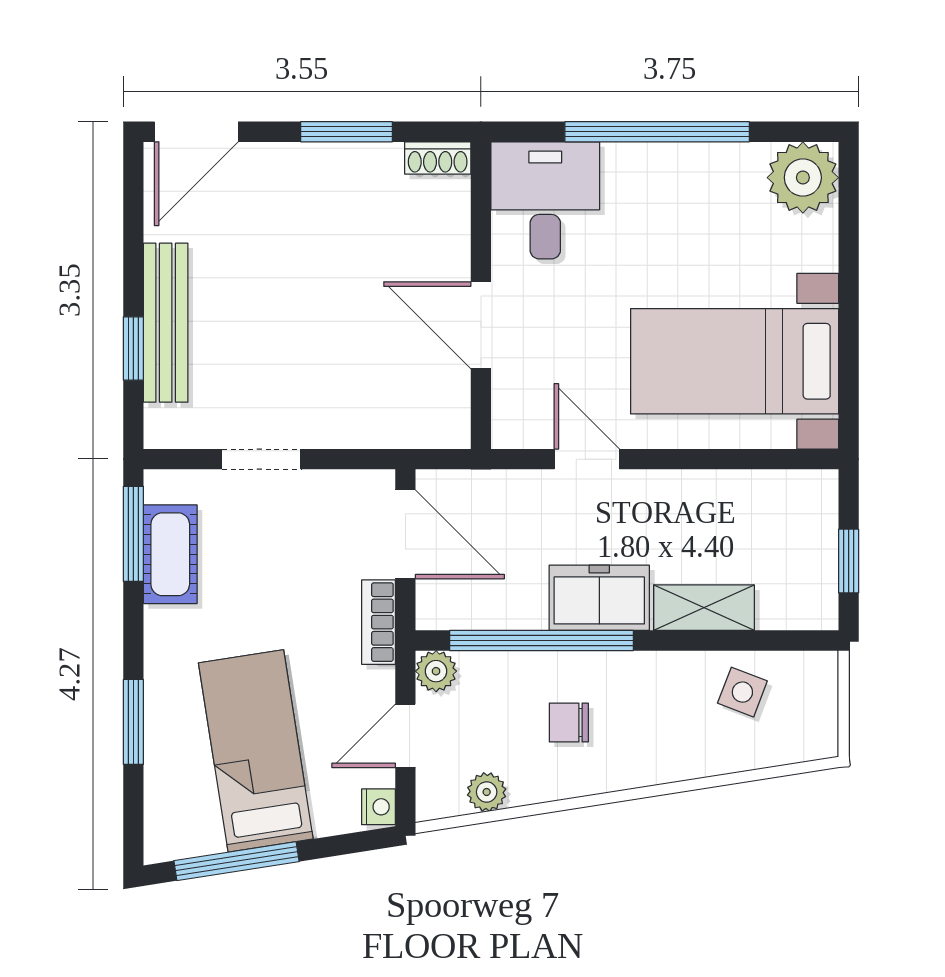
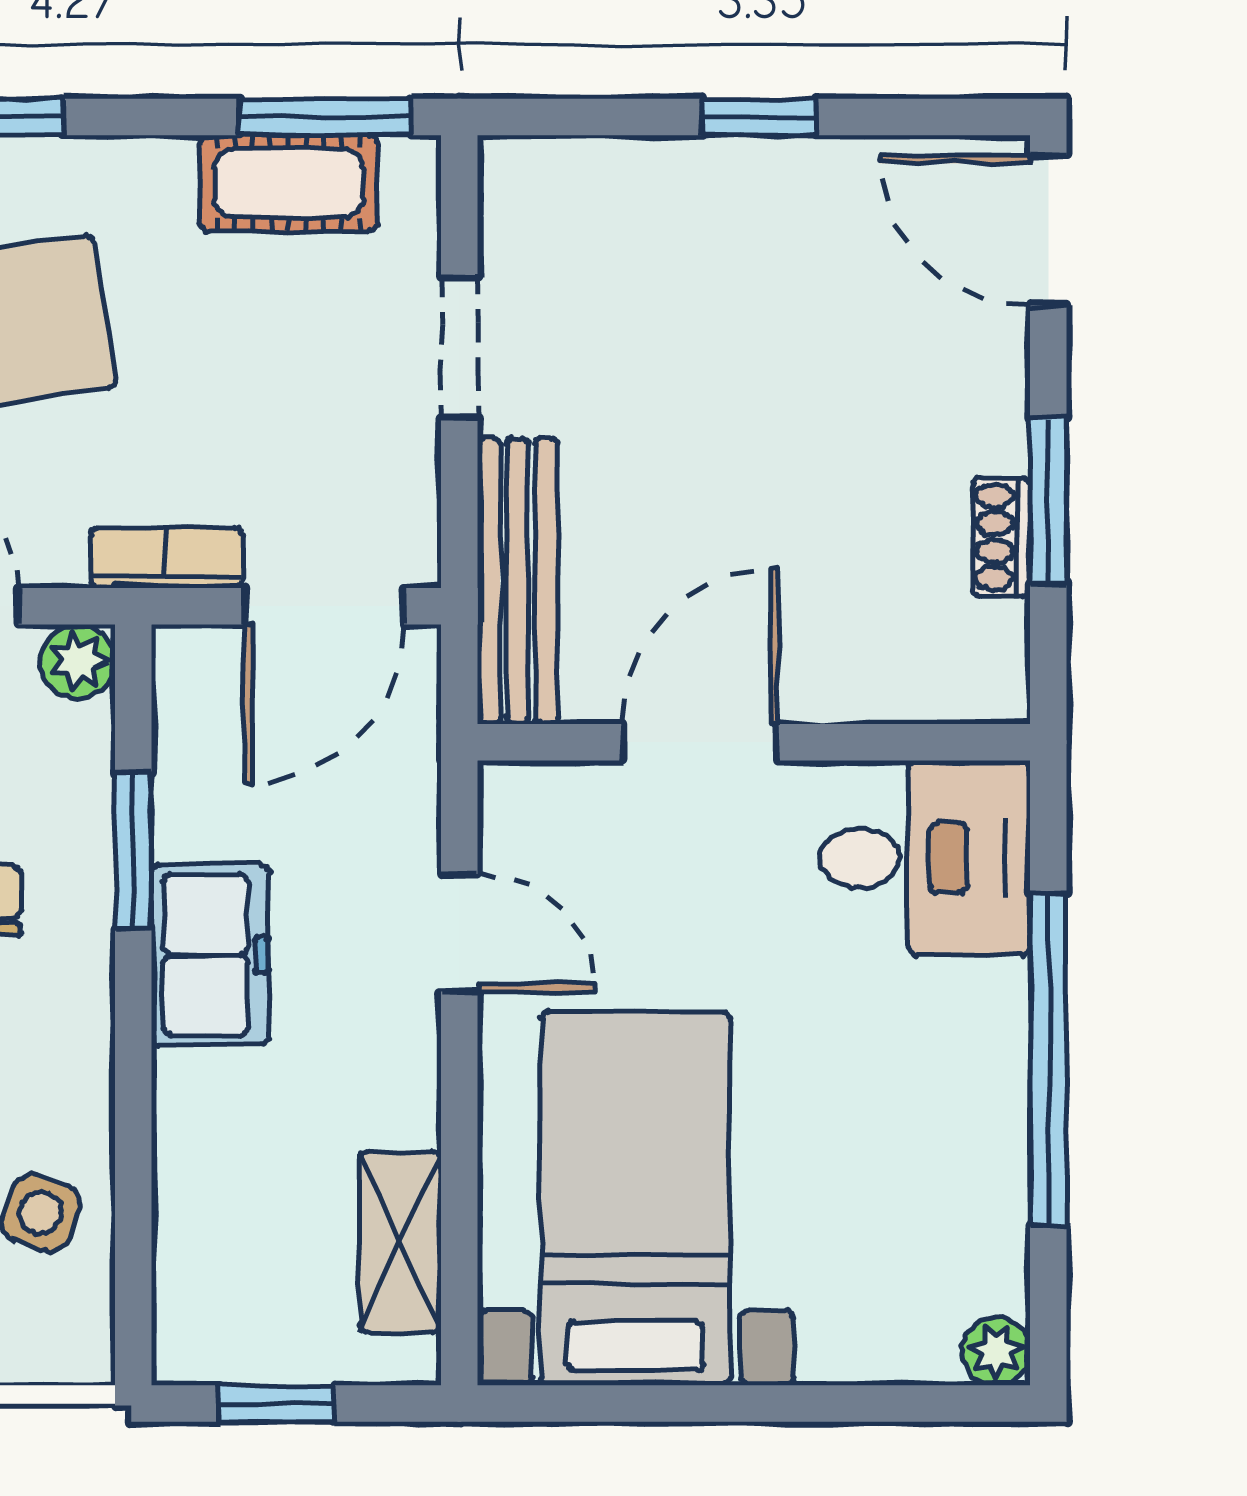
shoe rack: (438, 158) -> (1001, 537), moved
plant: (803, 178) -> (996, 1351), width x0.53, depth x0.53
bench: (166, 323) -> (518, 581), moved, turned 90
window: (133, 348) -> (759, 117), moved
door: (587, 459) -> (459, 933), hinge flipped
shelving: (704, 608) -> (400, 1242), moved
window: (541, 641) -> (133, 851), width x0.47

